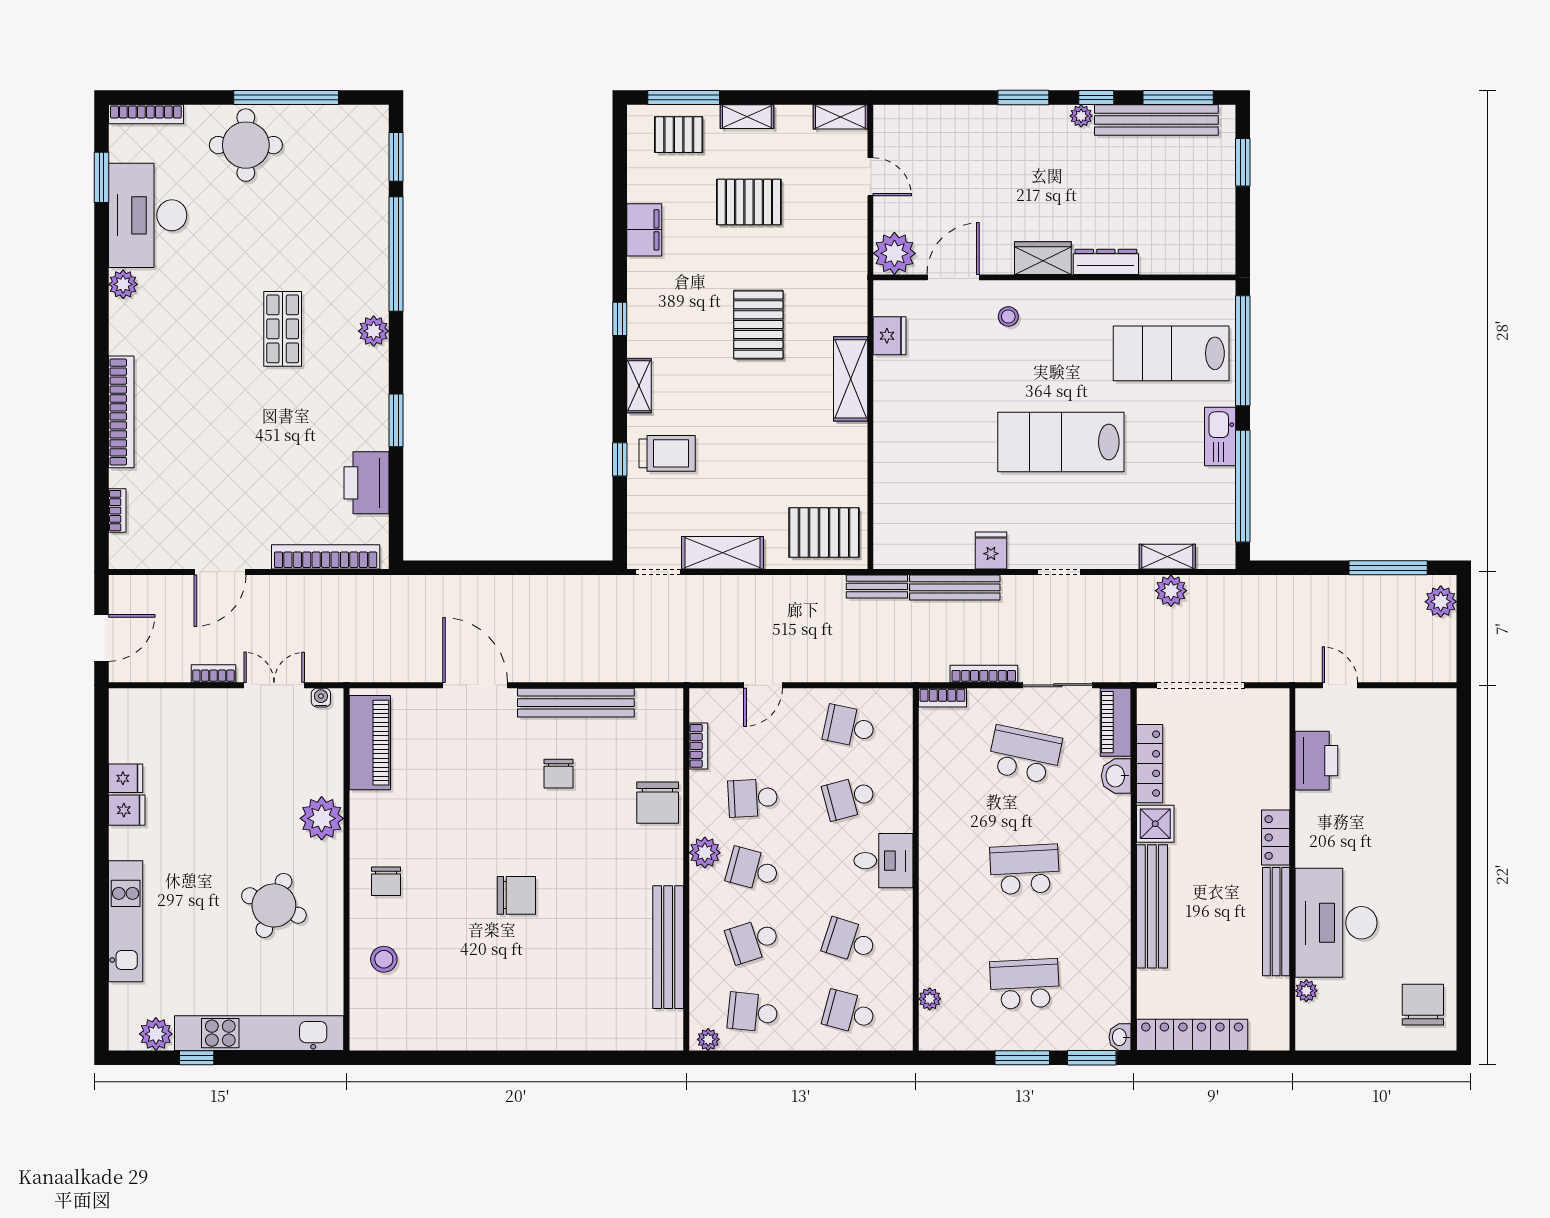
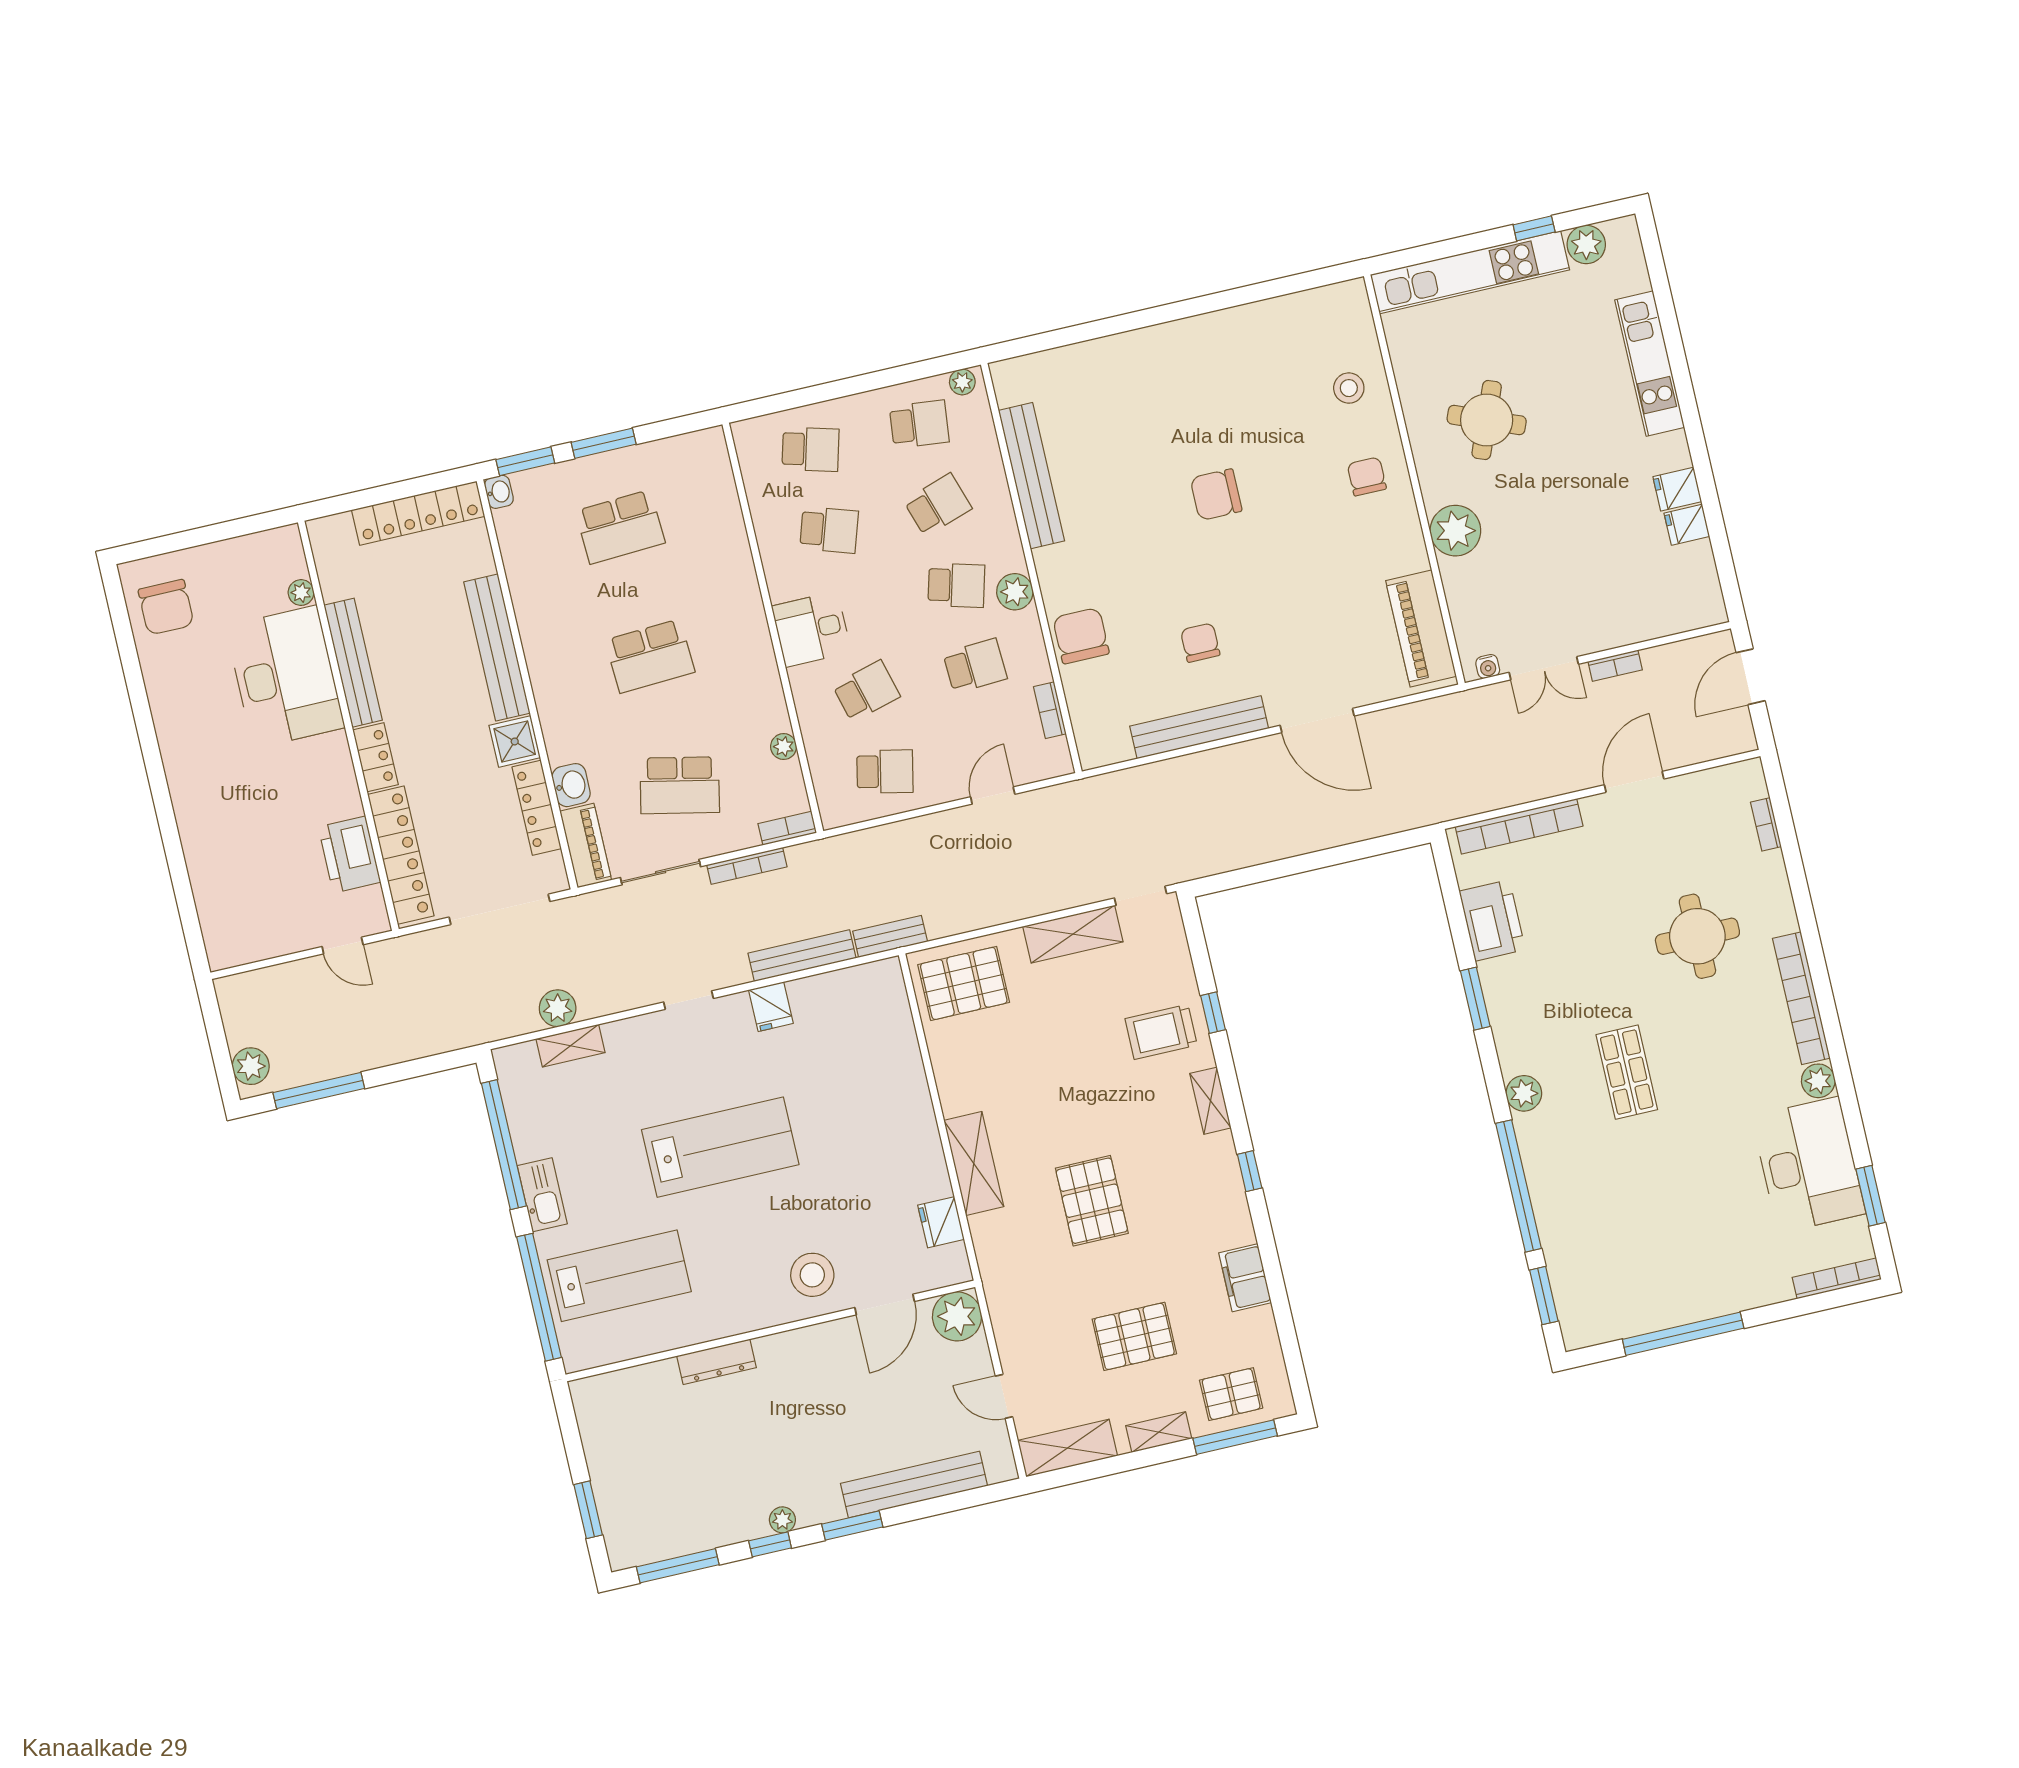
shelving: (840, 117) -> (1068, 1448), width x1.50, depth x1.33
bench: (1156, 120) -> (914, 1485), moved
round table: (246, 145) -> (1697, 936), moved
wardrobe: (1043, 258) -> (789, 1350), removed
stool: (1008, 316) -> (812, 1275), width x1.89, depth x1.89
bookcase: (121, 412) -> (1801, 998), moved
locker: (1273, 750) -> (401, 855), added
plant: (930, 999) -> (784, 747), moved

